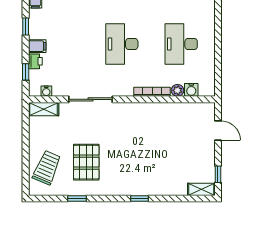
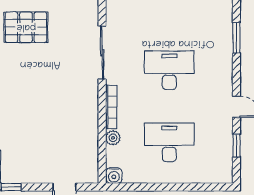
water cooler: (191, 90) -> (114, 176), moved, turned -90
sliding door: (91, 99) -> (102, 53), moved

